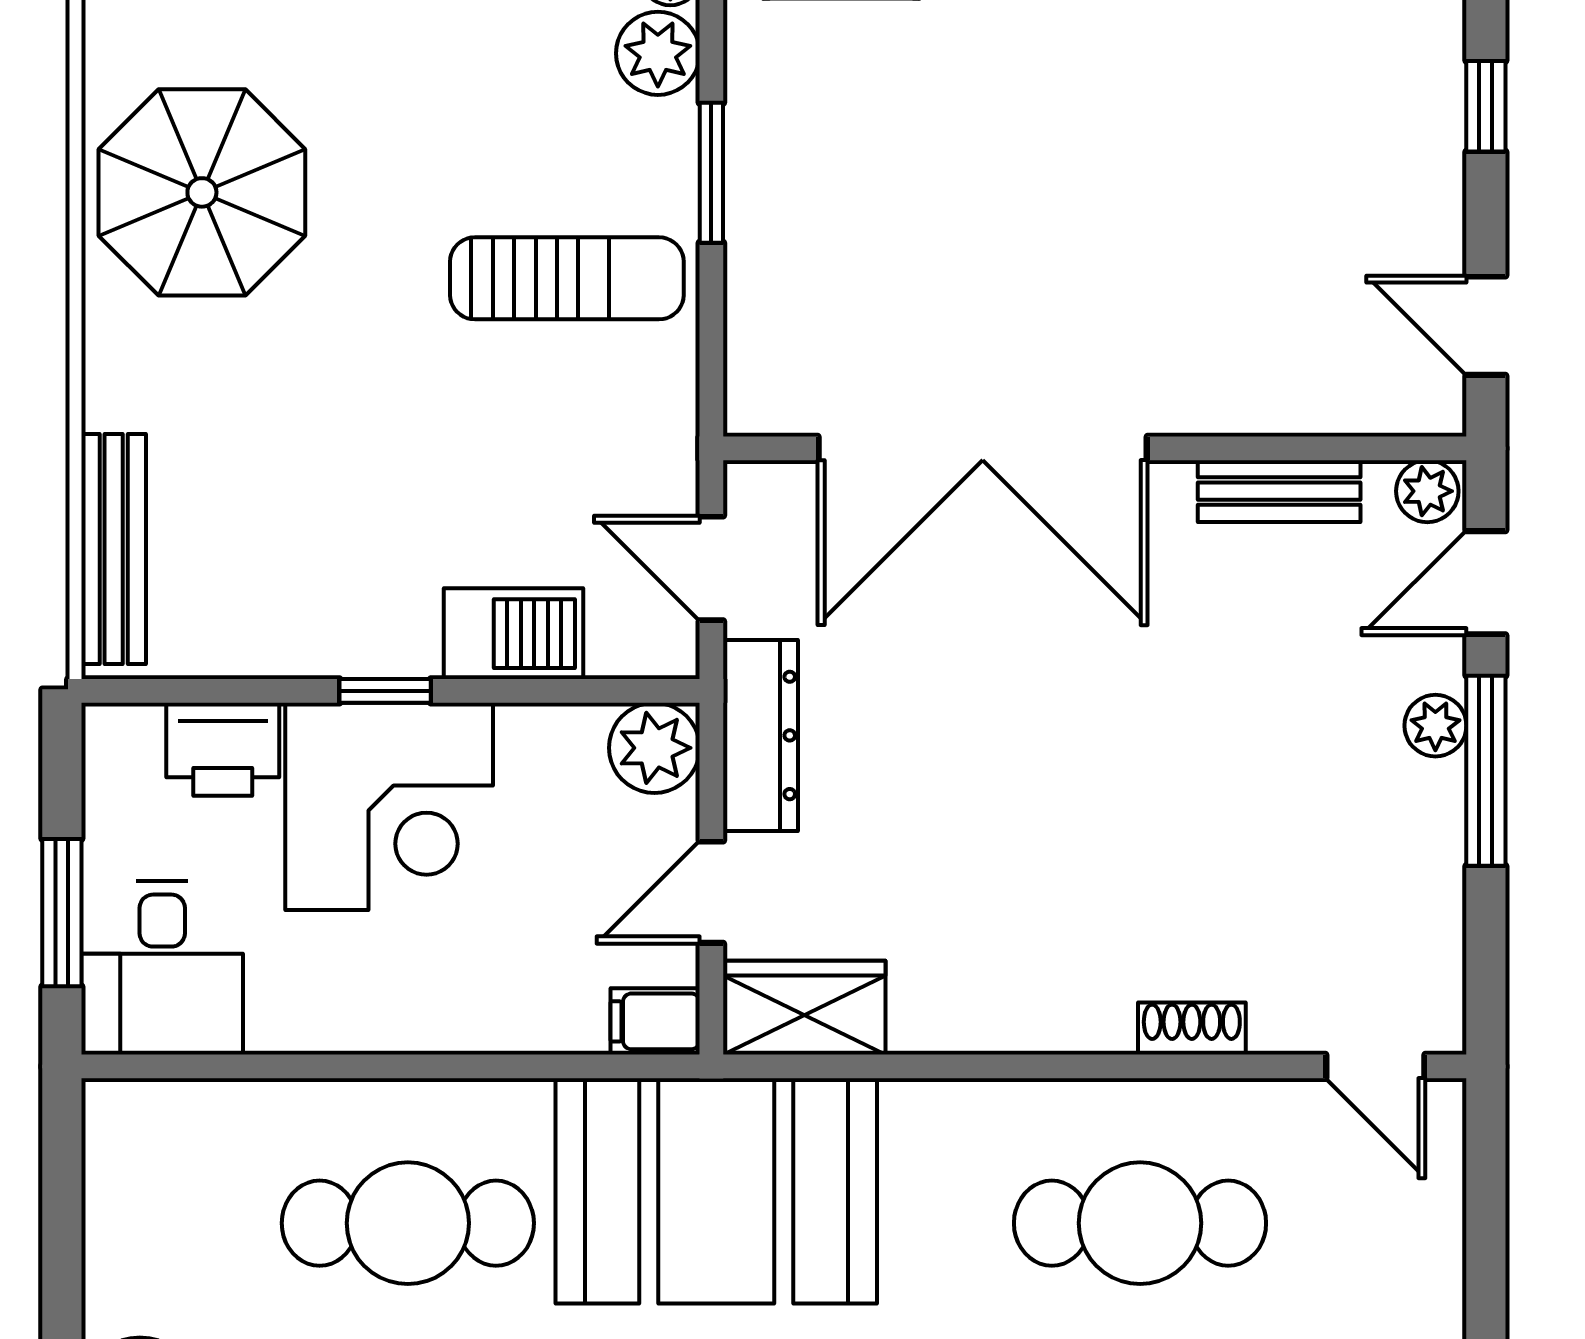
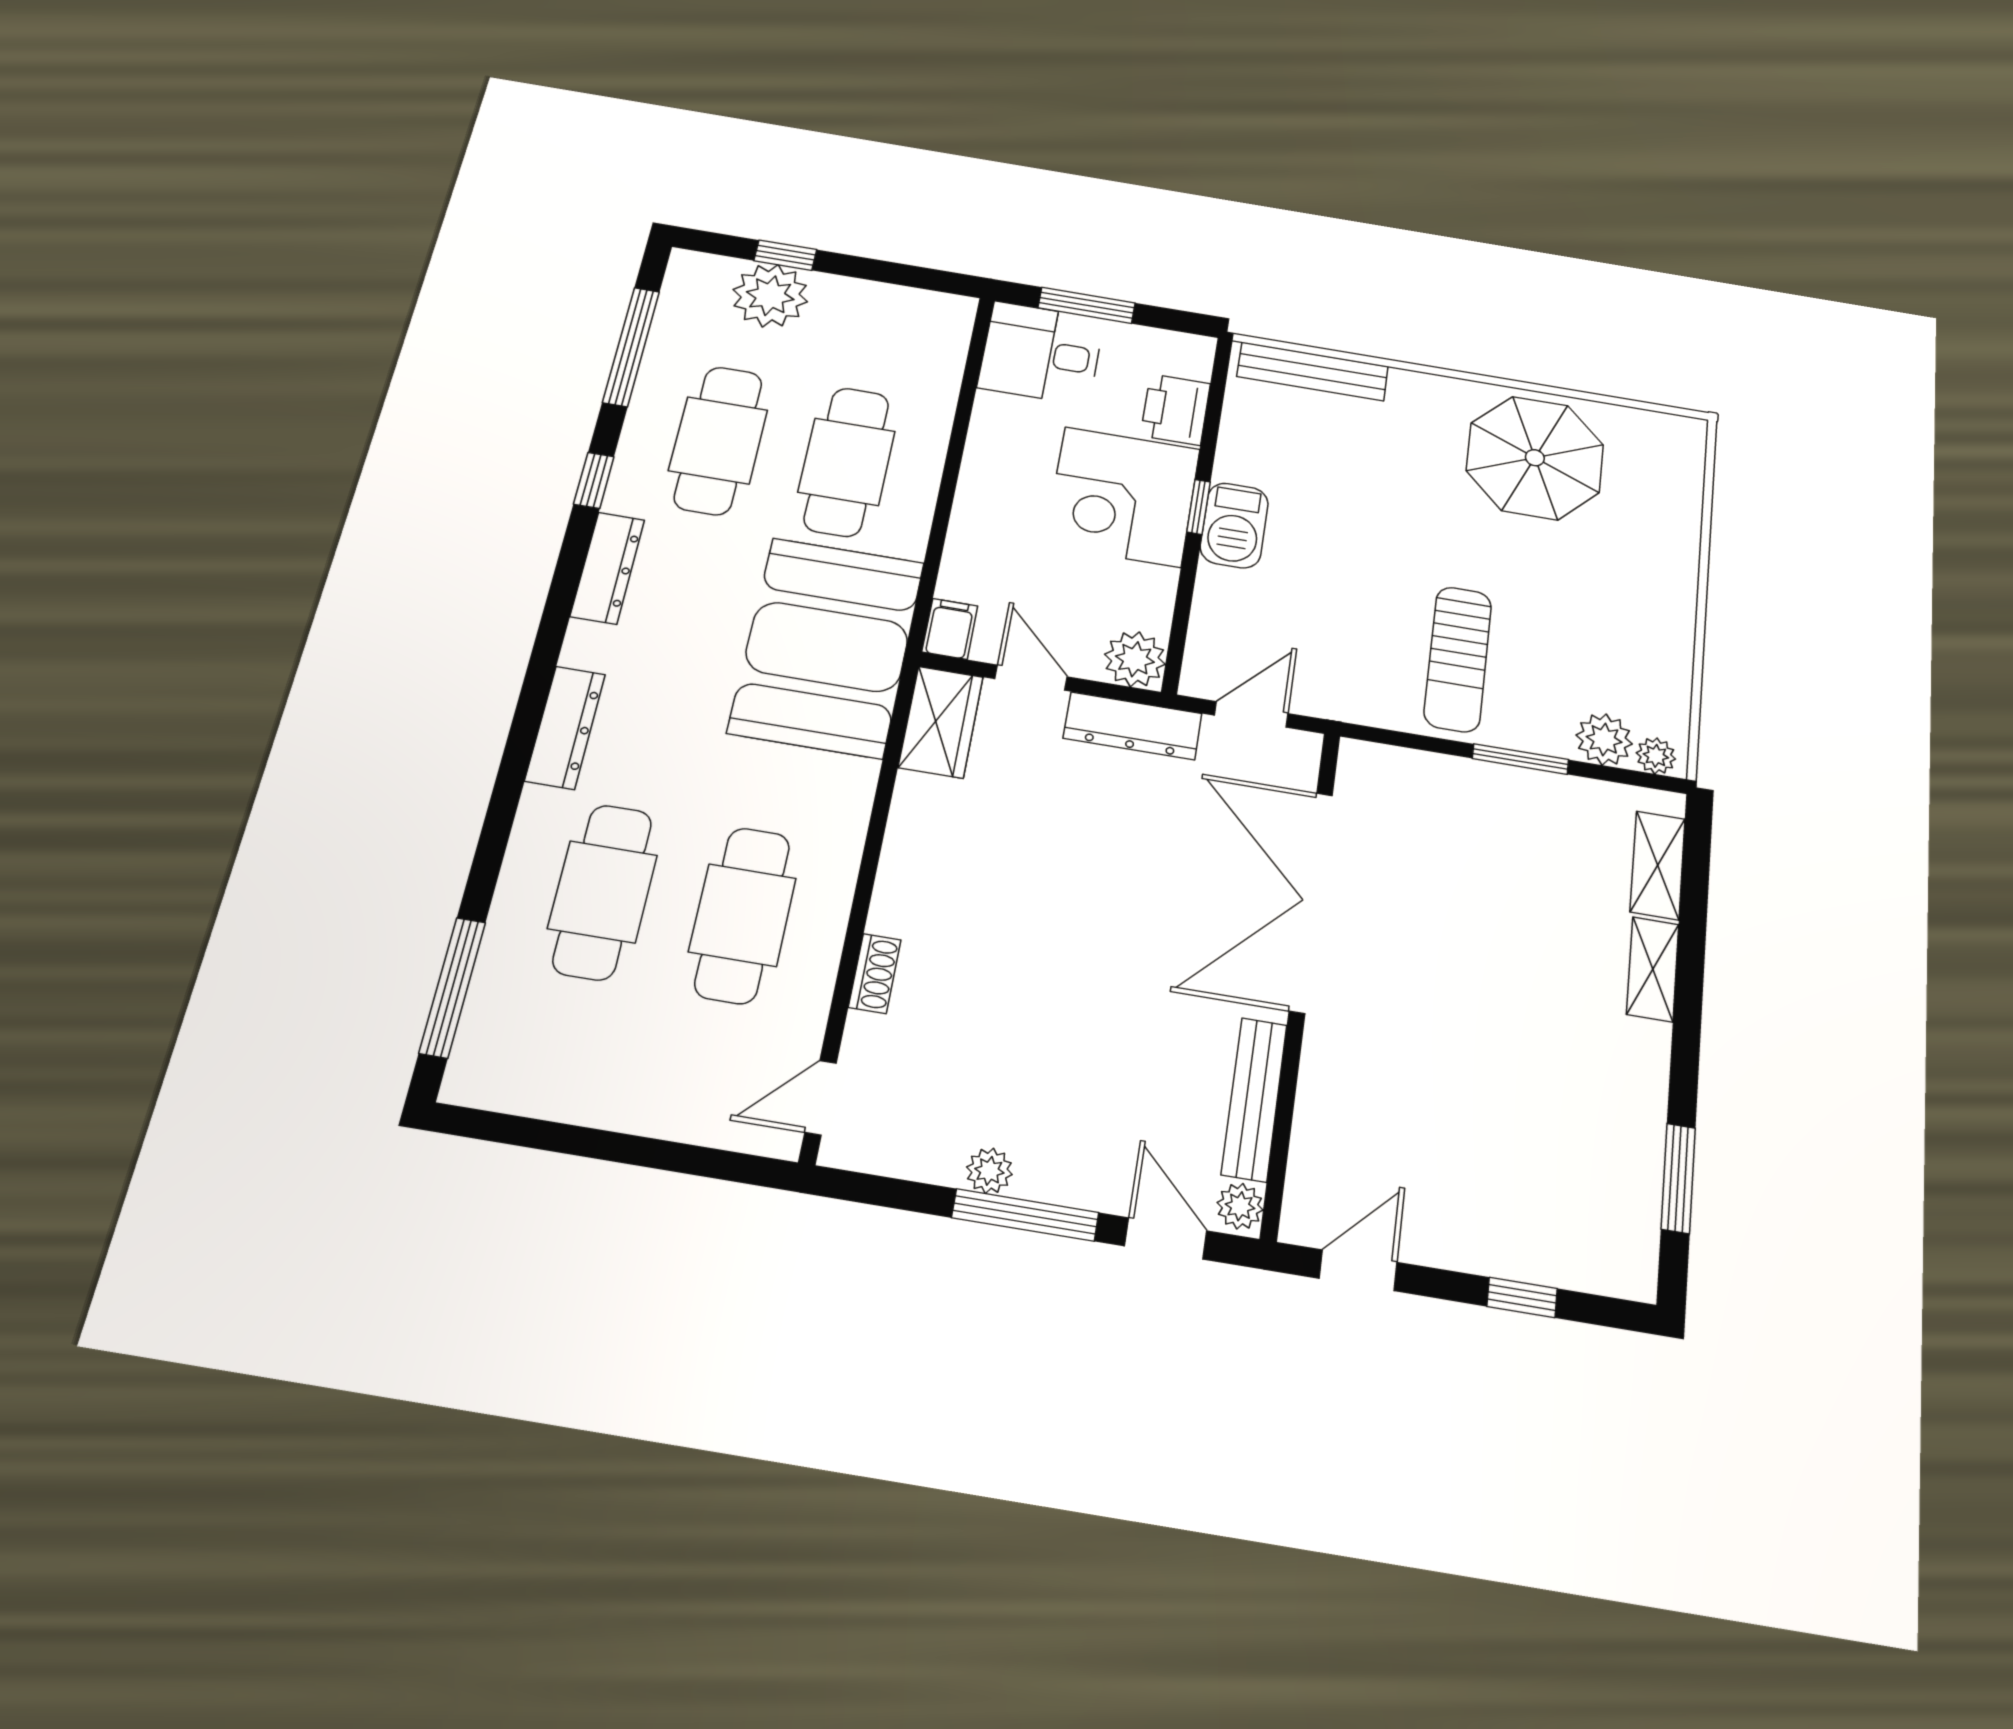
bench: (1279, 491) -> (1254, 1099), width x1.36
barbecue: (514, 634) -> (1234, 525), moved
plant: (1435, 726) -> (989, 1171), moved

